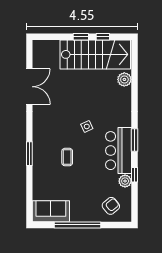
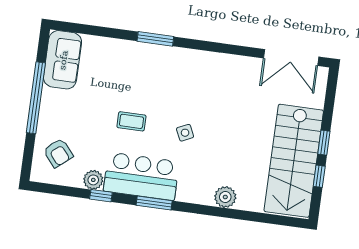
plant: (124, 79) -> (225, 197), moved
double door: (29, 87) -> (291, 57), moved
coffee table: (67, 157) -> (131, 121), moved

